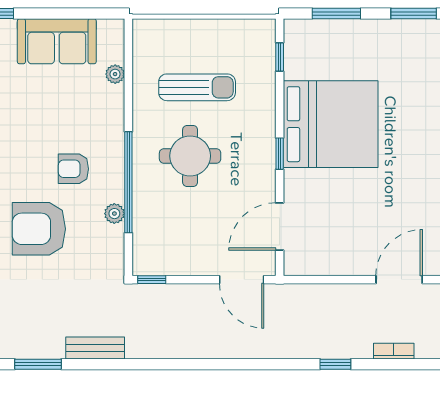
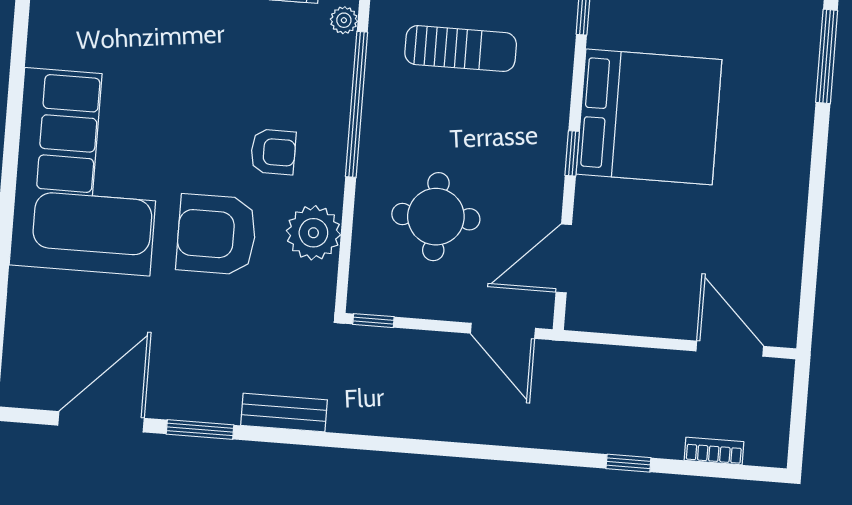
round table: (190, 156) -> (436, 217), moved
armchair: (73, 169) -> (273, 152), turned 180
window: (128, 182) -> (356, 104), moved
plant: (114, 214) -> (313, 233), width x1.87, depth x1.87
door: (399, 280) -> (730, 349), hinge flipped

